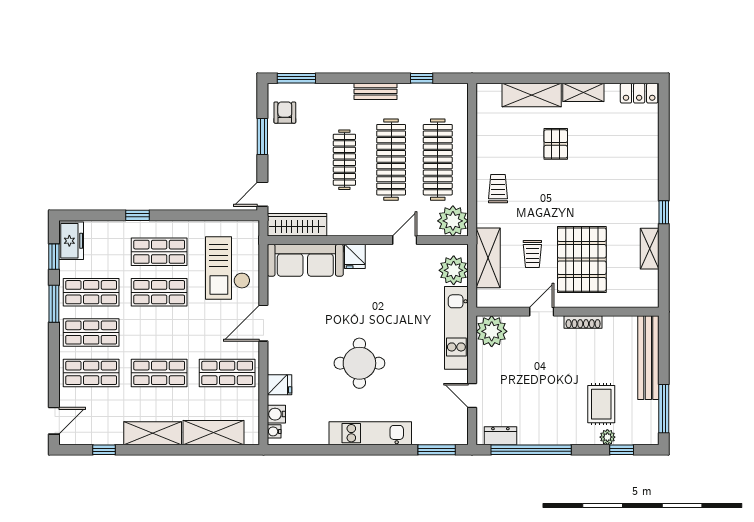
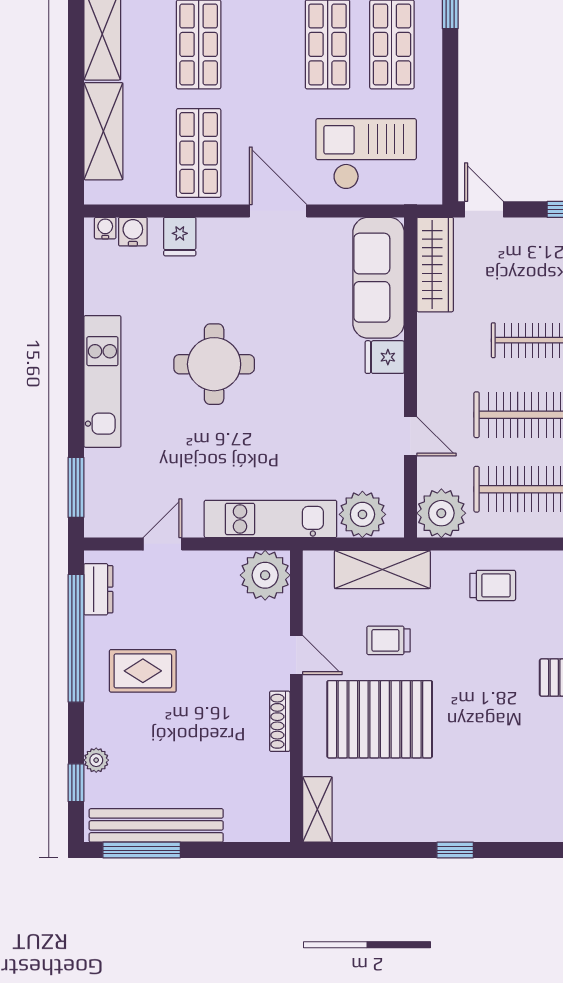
shelving: (650, 249) -> (317, 809), moved, turned 90
bench: (648, 358) -> (156, 825), moved
rug: (601, 404) -> (143, 671), moved

